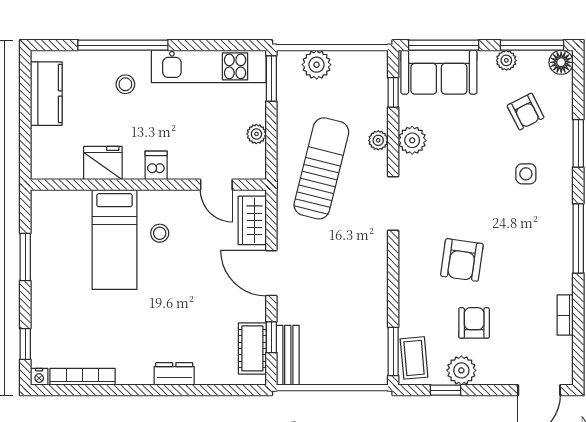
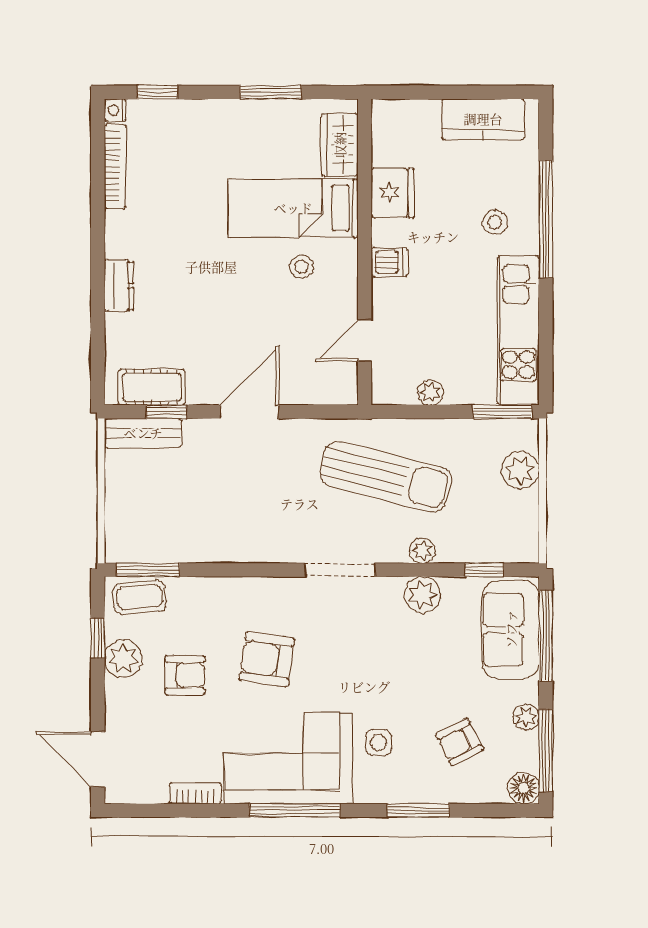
wardrobe: (252, 220) -> (340, 145), moved, turned -90
corner sofa: (538, 244) -> (288, 758), added

